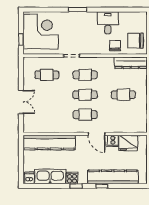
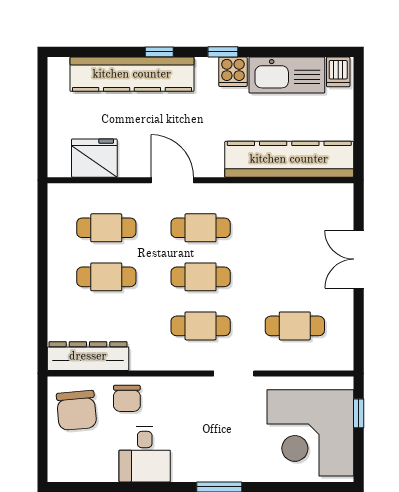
chair: (135, 41) -> (77, 410), turned 85
cafe table: (123, 115) -> (106, 228), added
cooker: (113, 141) -> (132, 163), removed

